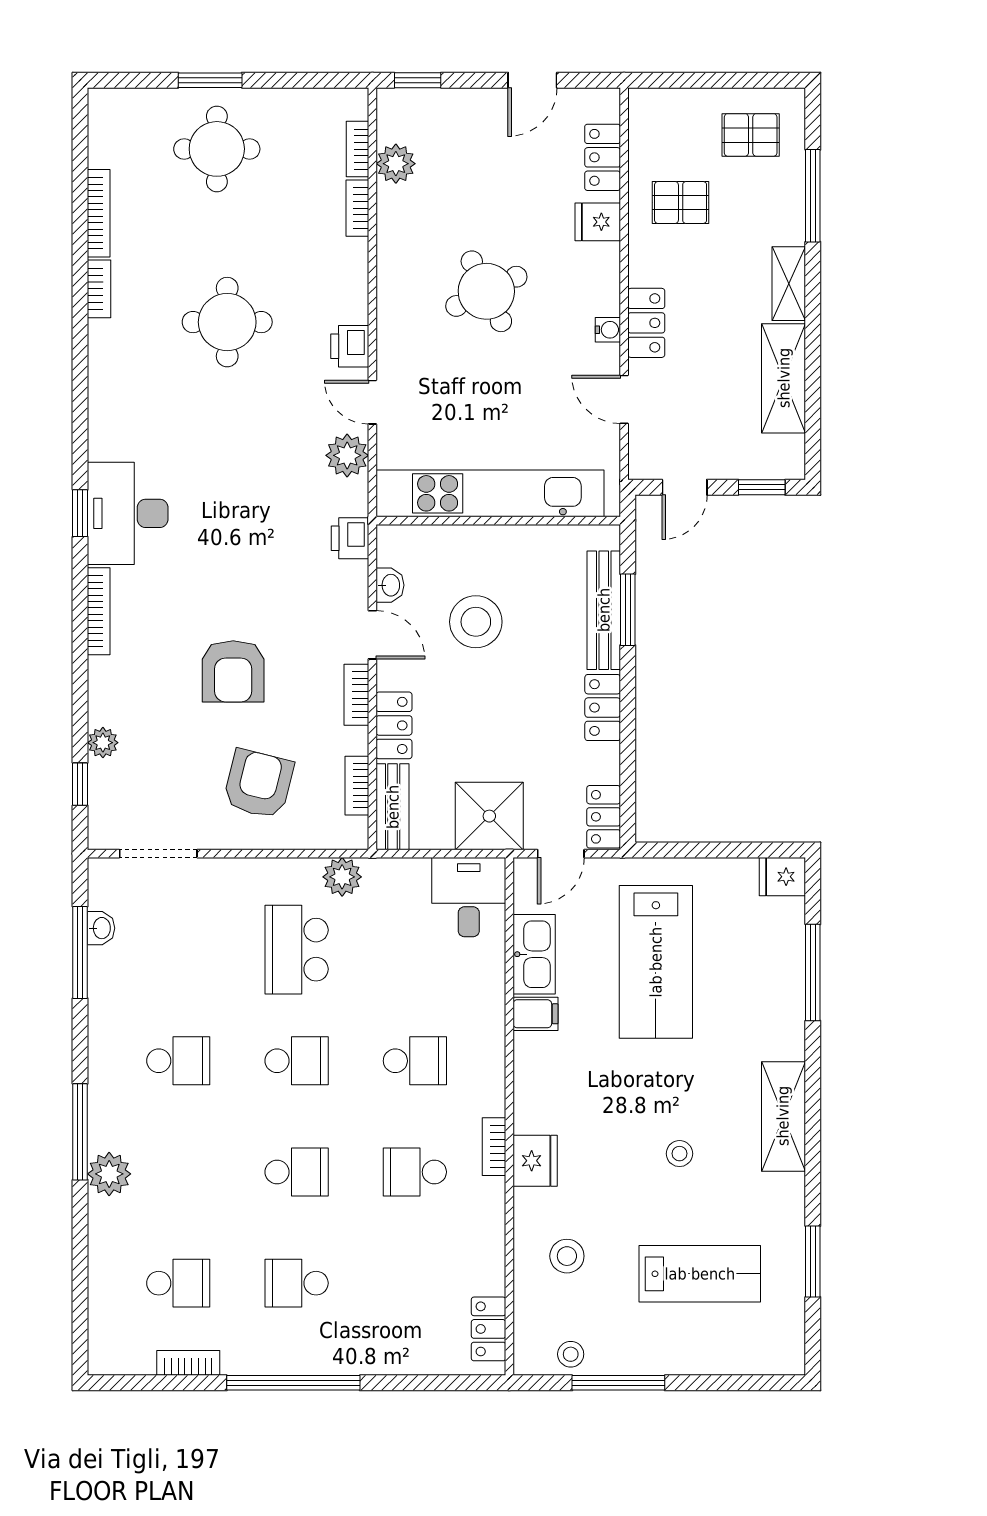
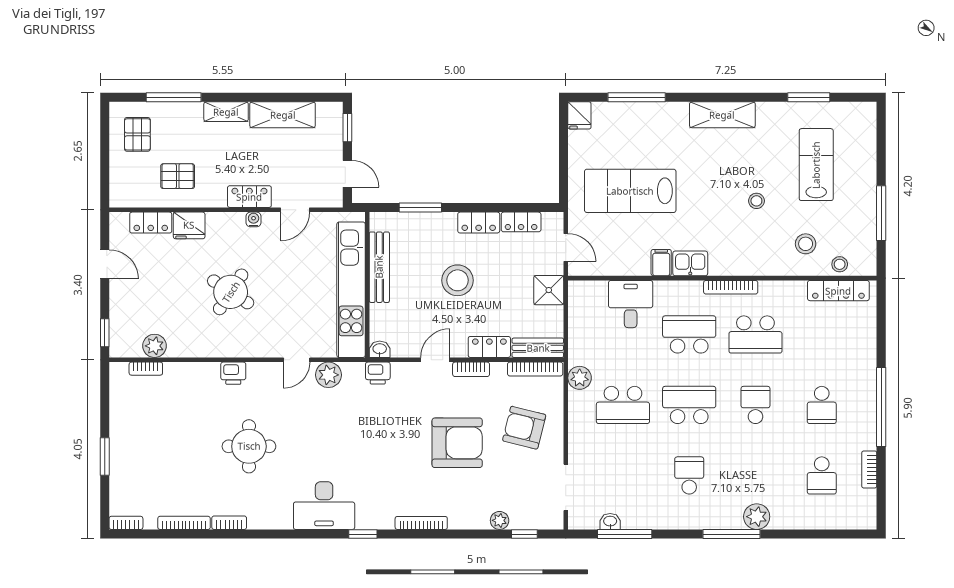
round table: (217, 149) -> (146, 452), removed
pallet: (681, 202) -> (178, 176), turned 90
bookcase: (357, 208) -> (126, 523), moved, turned 180
fridge: (598, 222) -> (189, 225), width x1.38
round table: (486, 291) -> (231, 292), turned -31
printer: (350, 346) -> (233, 373), moved
desk: (128, 513) -> (324, 506), moved
washbasin: (390, 585) -> (380, 349), moved
bench: (604, 610) -> (379, 267), moved, turned 90
stool: (476, 622) -> (458, 280), moved
armchair: (233, 671) -> (457, 443), width x1.36, depth x1.36
bookcase: (357, 786) -> (535, 369), width x1.56
shower: (489, 816) -> (549, 290), width x0.73, depth x0.73
locker: (604, 817) -> (521, 222), moved
desk: (469, 897) -> (631, 304), moved, turned 90
kitchen sink: (534, 954) -> (690, 263), moved, width x0.73
lab bench: (656, 962) -> (630, 191), turned 180
school desk: (297, 1061) -> (689, 405), width x1.85
school desk: (415, 1061) -> (689, 334), width x1.85
bookcase: (494, 1147) -> (731, 287), width x1.56
stool: (679, 1154) -> (756, 201), moved
fridge: (535, 1161) -> (749, 263), removed
school desk: (415, 1172) -> (755, 334), width x1.85
school desk: (178, 1283) -> (822, 475), turned 180
locker: (489, 1329) -> (838, 291), width x1.53
stool: (571, 1354) -> (840, 264), moved

